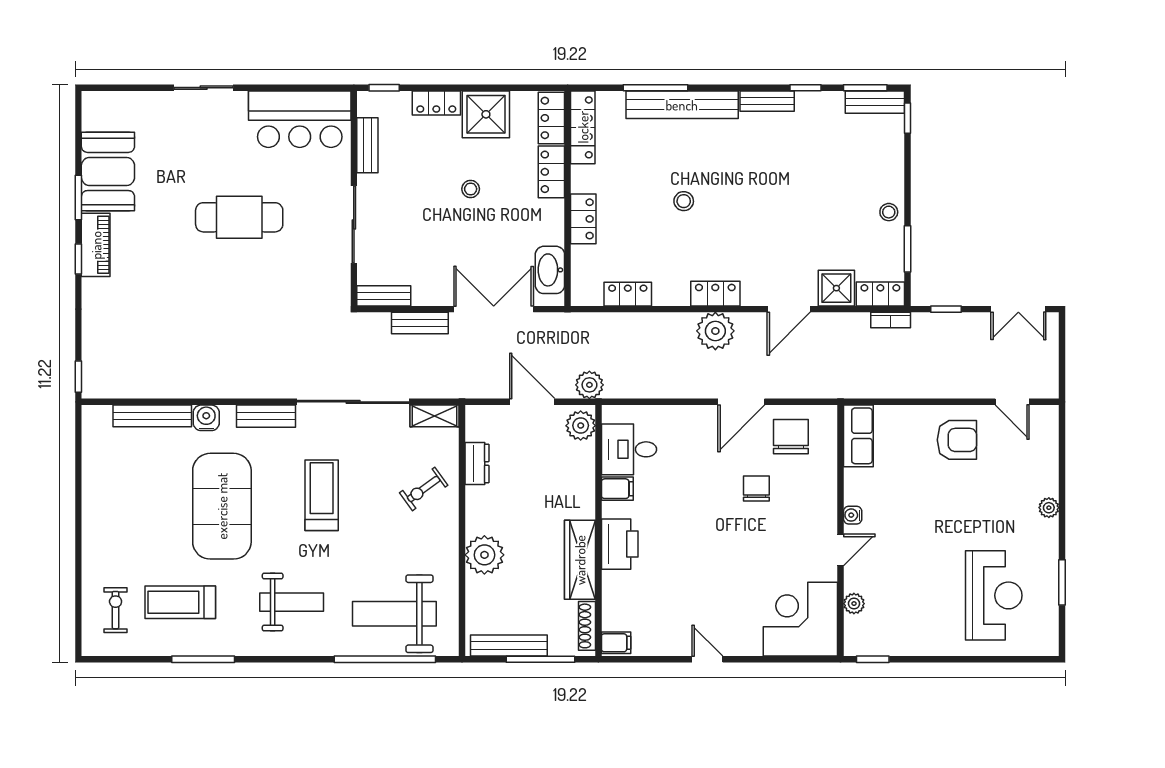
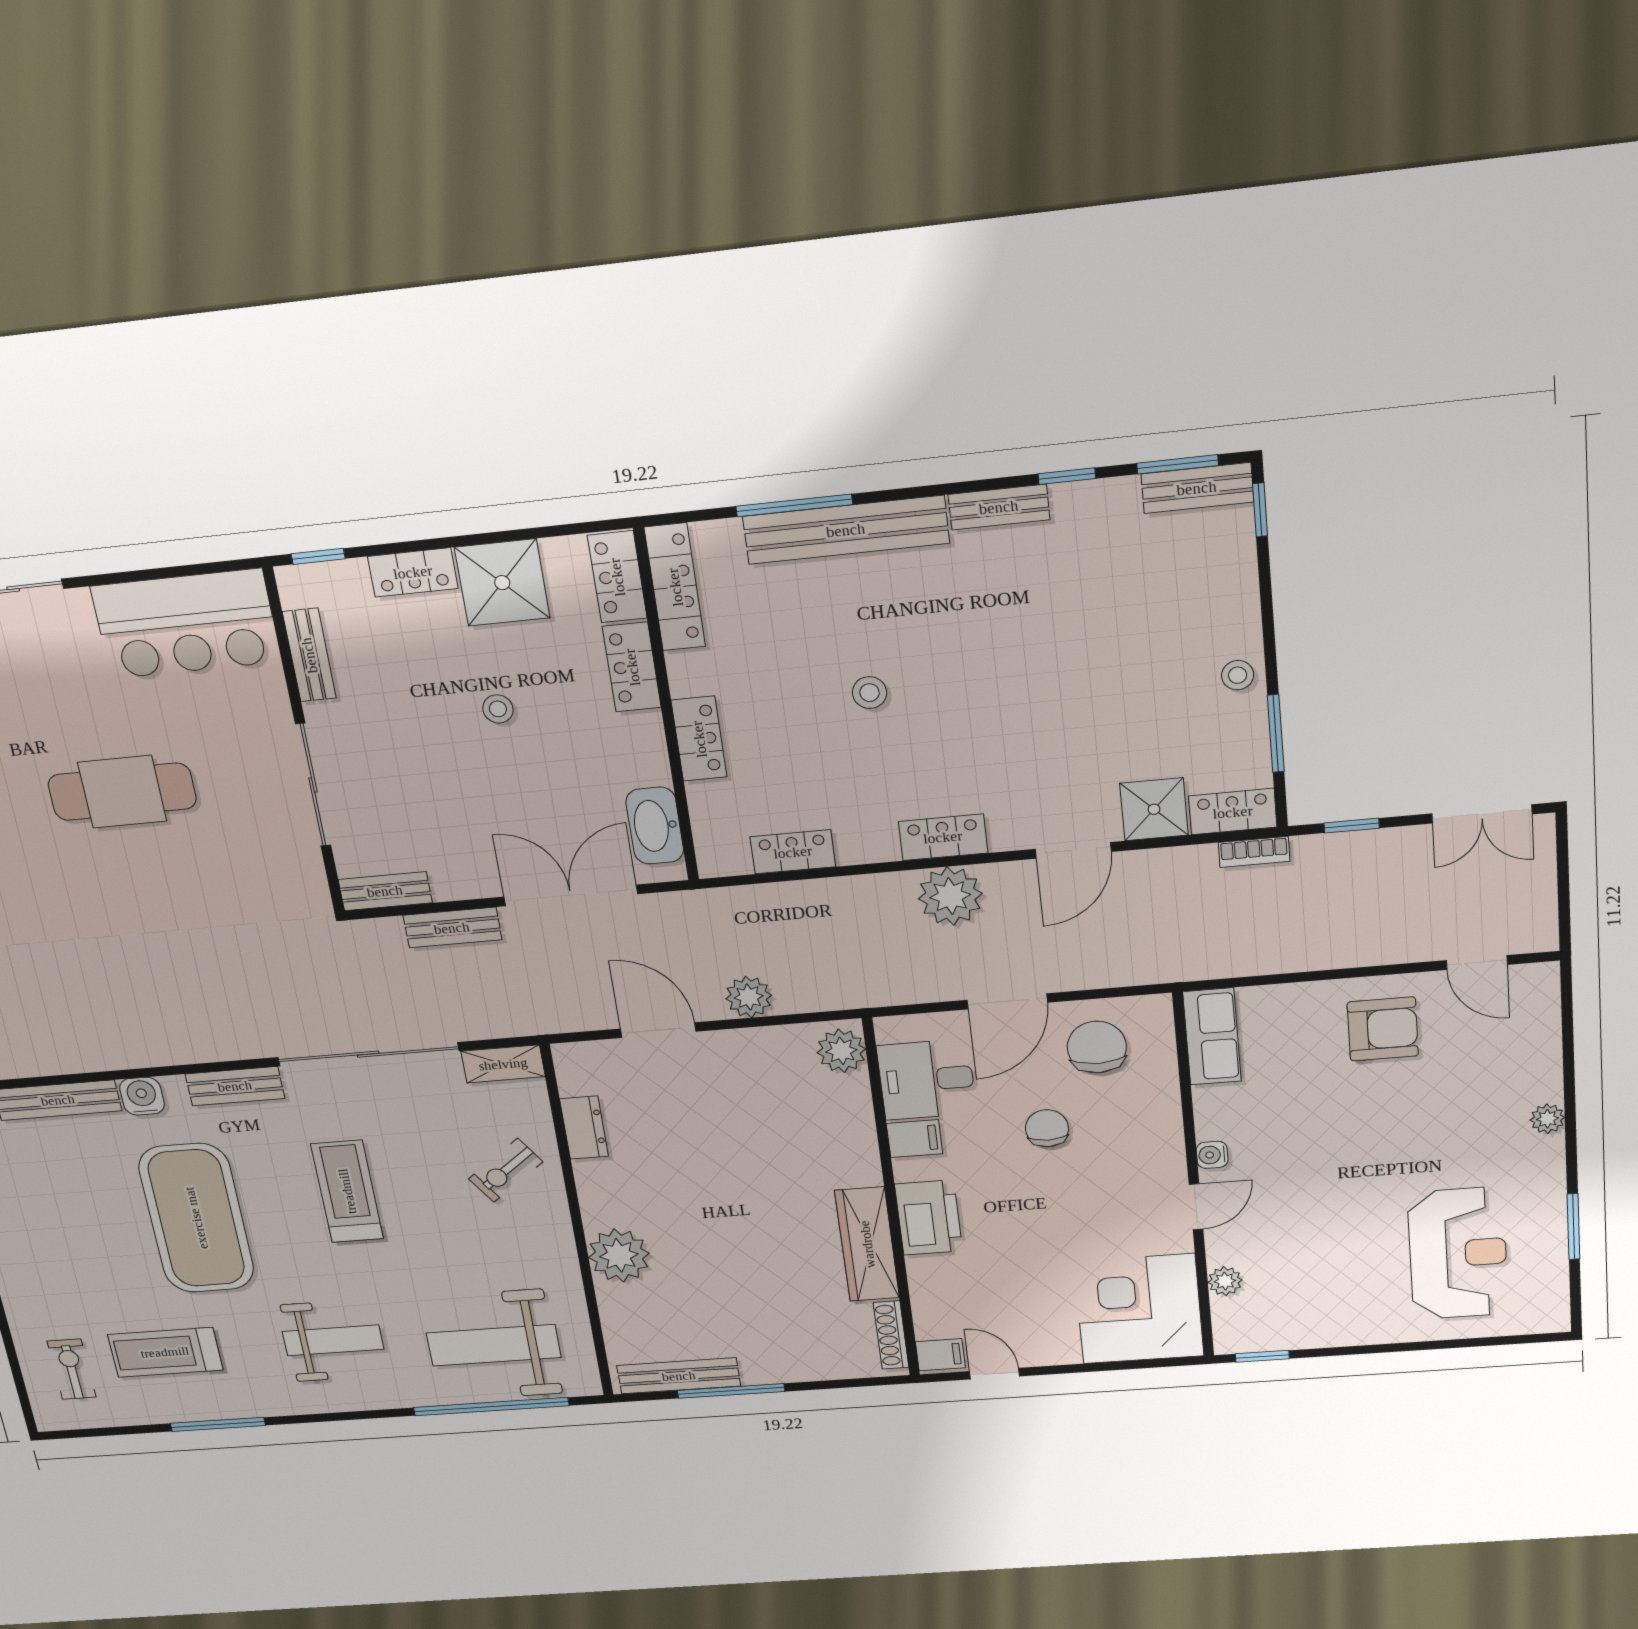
plant: (581, 426) -> (841, 1051), moved
desk: (629, 449) -> (926, 1080), moved
filing cabinet: (617, 489) -> (914, 1139), moved
wall: (598, 531) -> (891, 1201), moved
printer: (620, 544) -> (929, 1218), moved
wardrobe: (580, 560) -> (867, 1244), moved
shoe rack: (587, 626) -> (891, 1335), moved
filing cabinet: (616, 643) -> (940, 1355), moved

